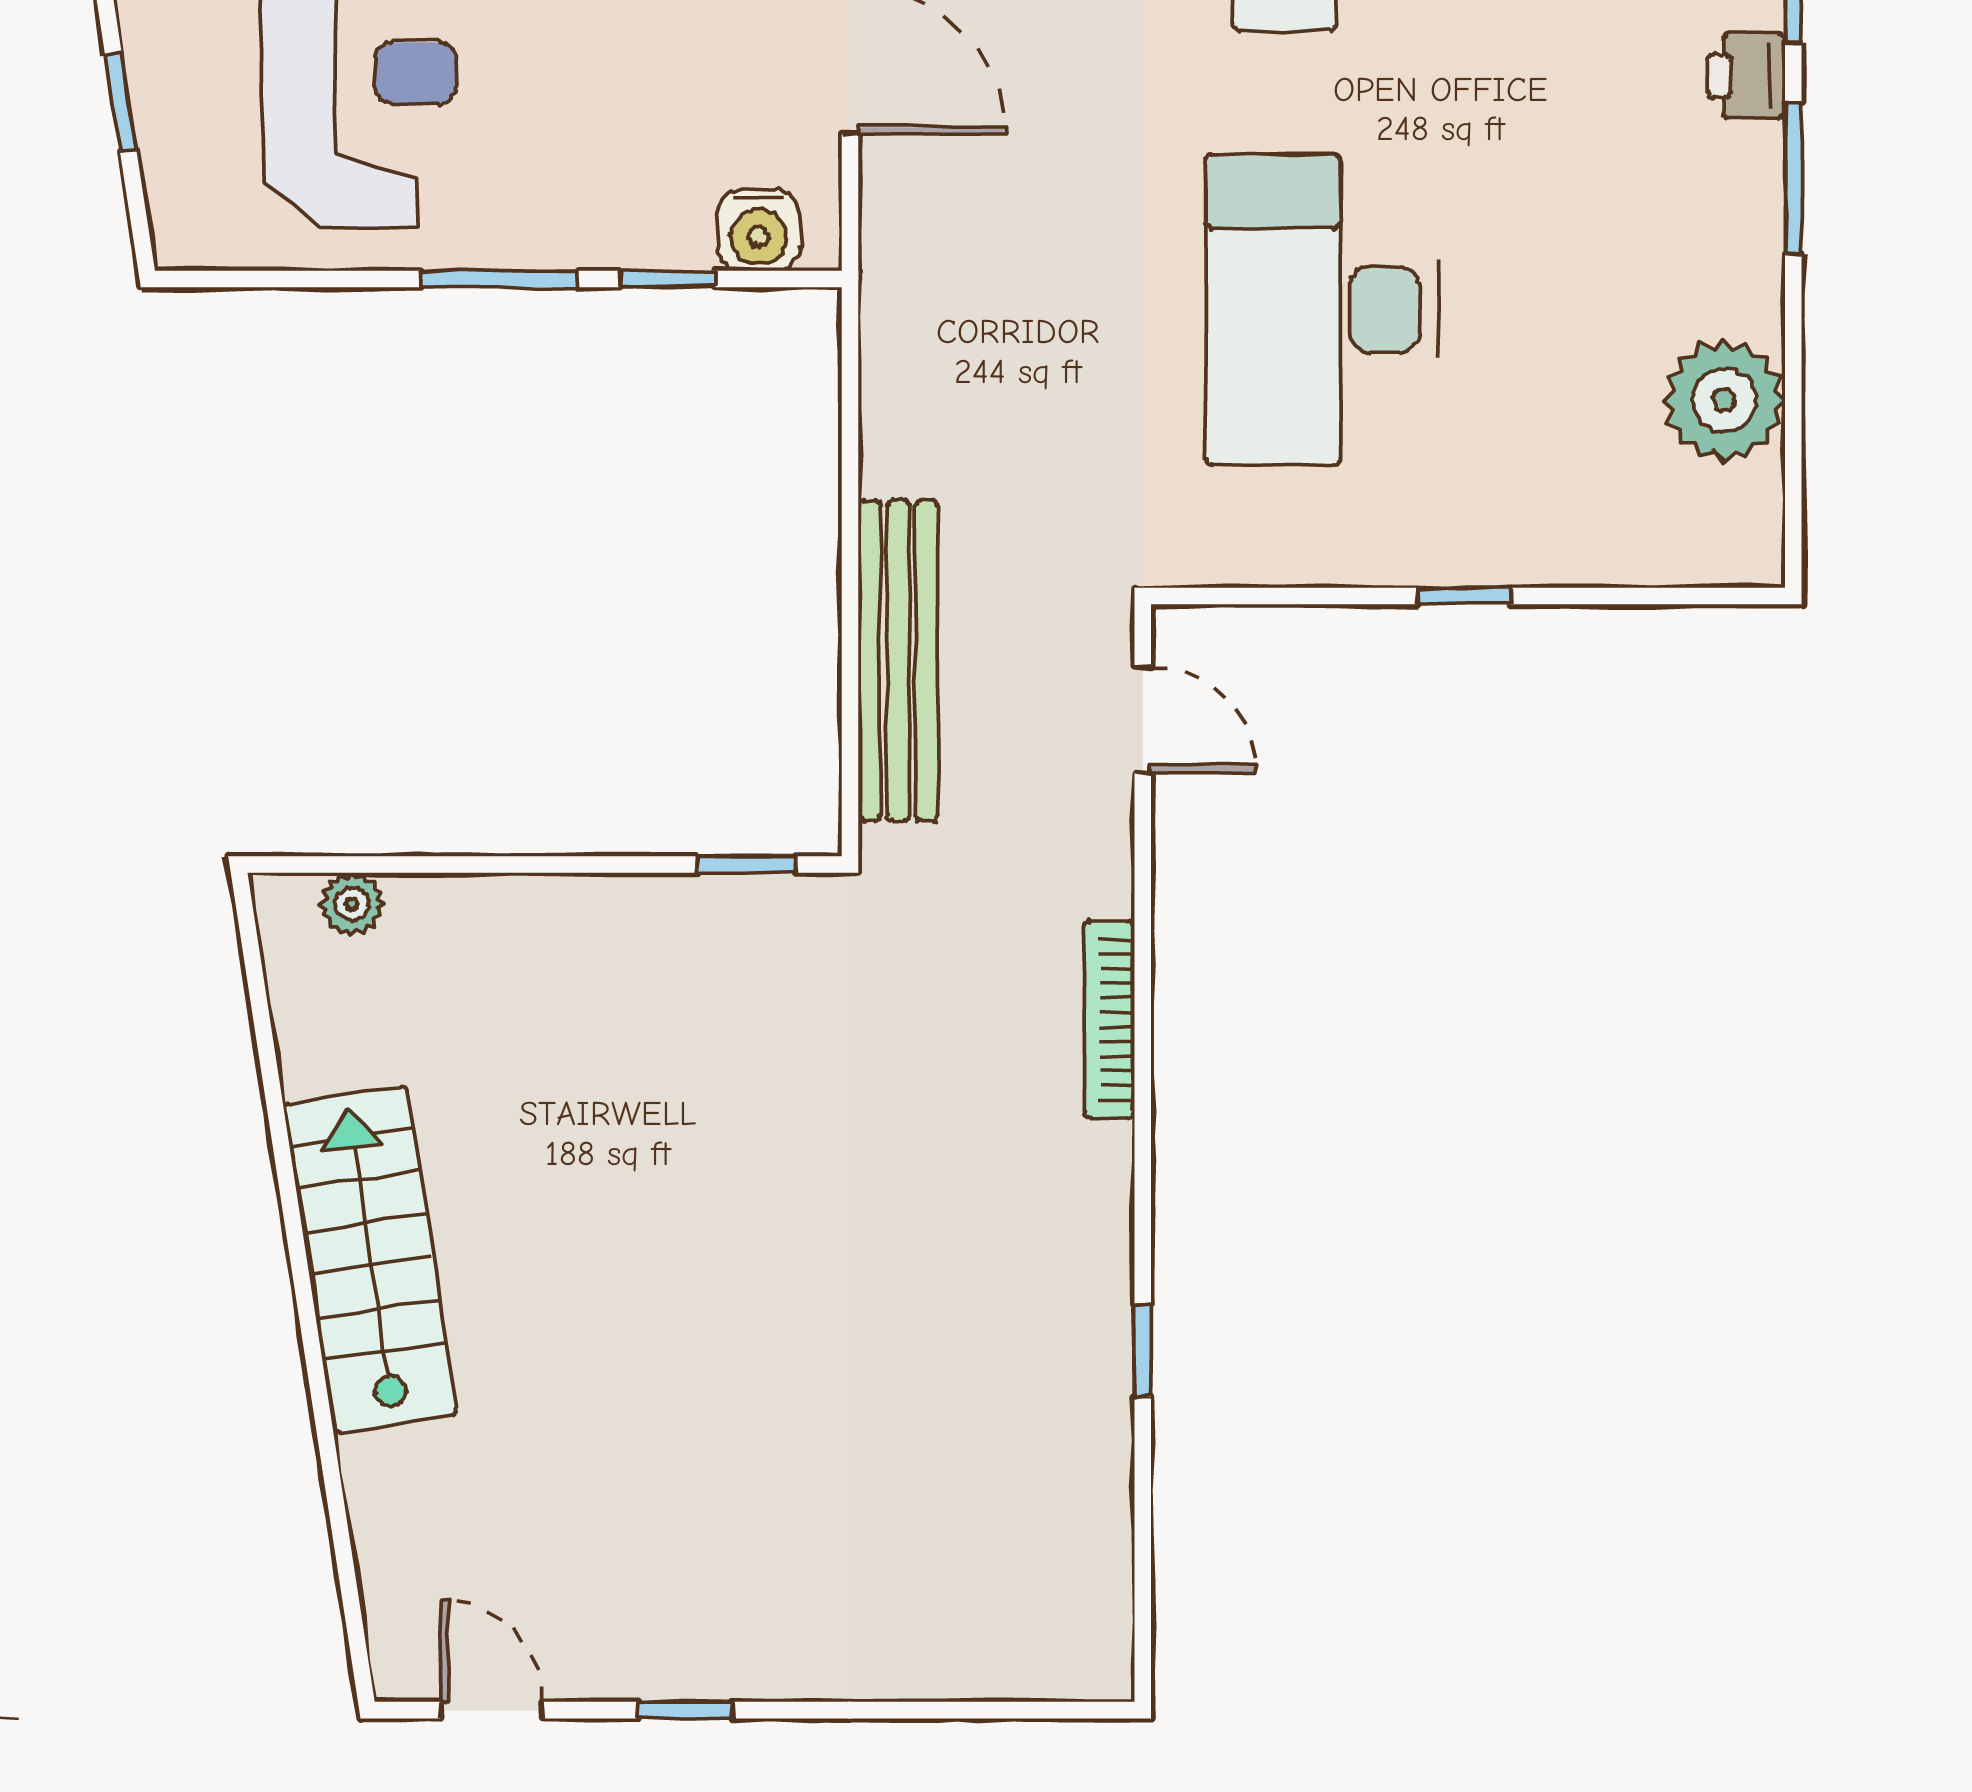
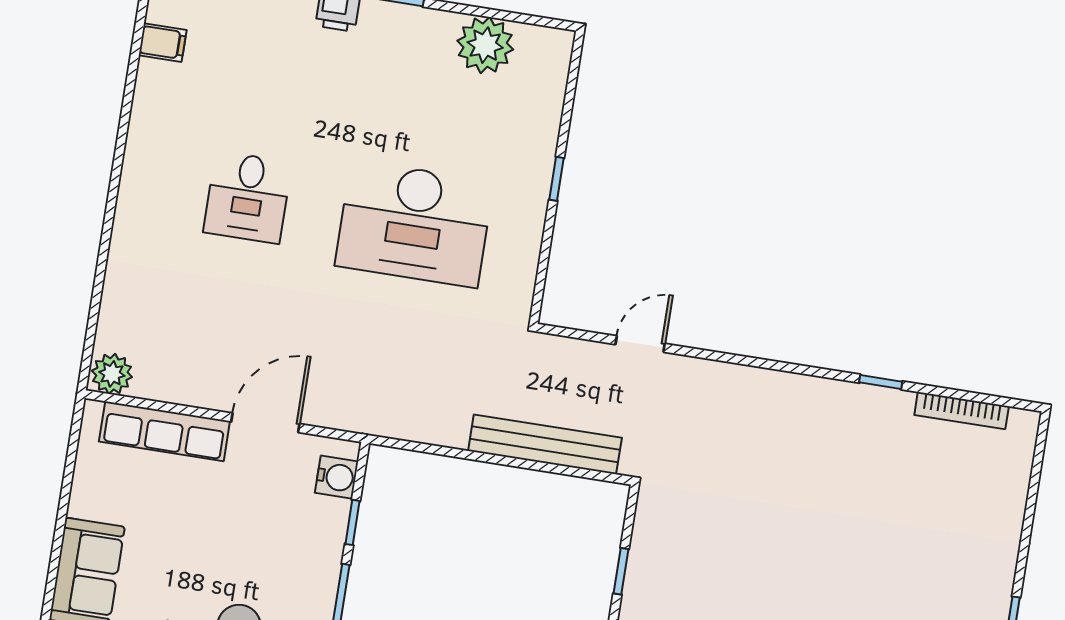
door: (1143, 720) -> (640, 344), moved
window: (747, 864) -> (621, 571), moved
bookcase: (1109, 1020) -> (962, 411), moved

